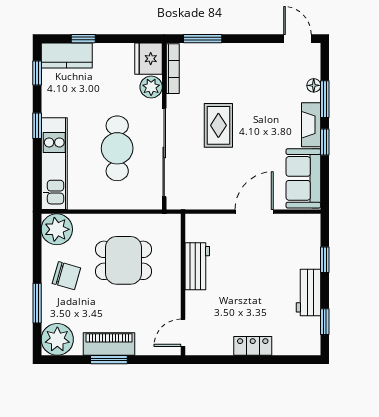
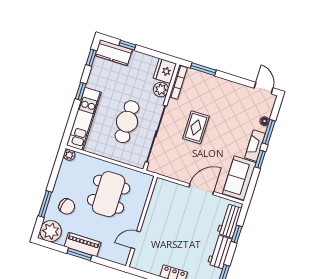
plant: (57, 229) -> (69, 155), width x0.53, depth x0.53
dining table: (123, 260) -> (109, 194), width x1.38
workbench: (197, 266) -> (229, 221), moved, turned 180
chair: (66, 276) -> (67, 206), moved
door: (183, 333) -> (136, 240), moved

